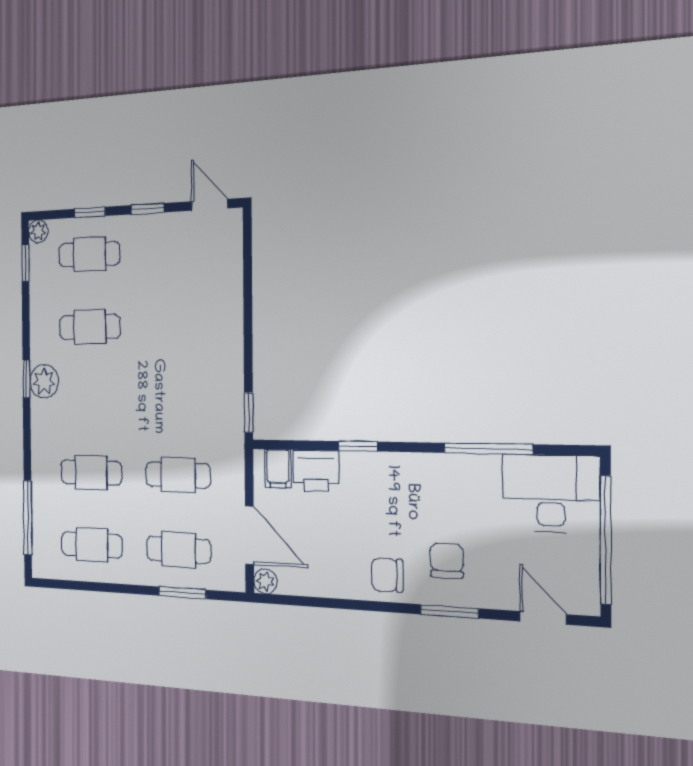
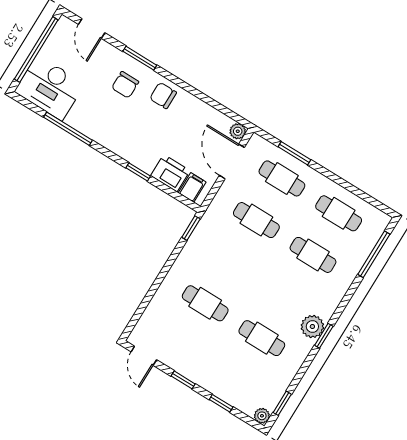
cafe table: (89, 254) -> (205, 303), moved
chair: (387, 575) -> (163, 95), turned 180

